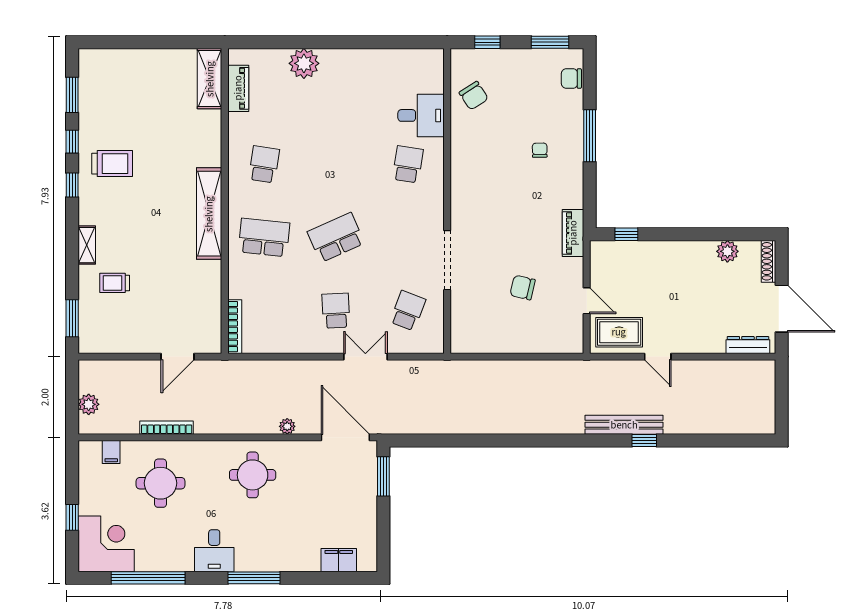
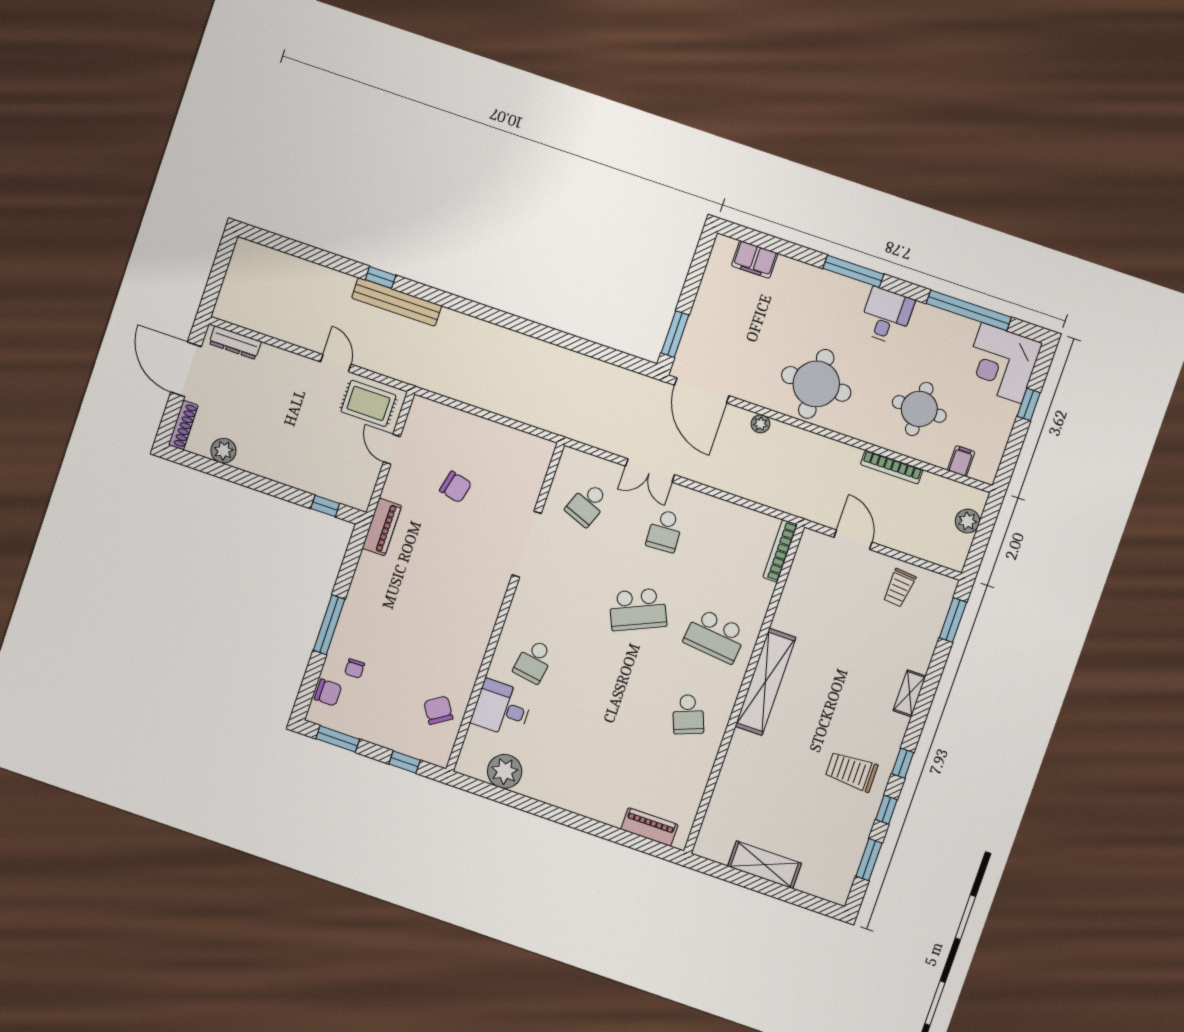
plant: (304, 63) -> (505, 771), moved
shelving: (210, 79) -> (765, 865), moved, turned 90
piano: (238, 88) -> (649, 827), moved, turned 90
chair: (540, 150) -> (355, 668), moved
school desk: (264, 164) -> (688, 714), turned -30
trolley: (115, 283) -> (899, 588), moved, turned 95
door: (178, 357) -> (853, 540), hinge flipped
round table: (253, 475) -> (816, 384), width x1.36, depth x1.36

